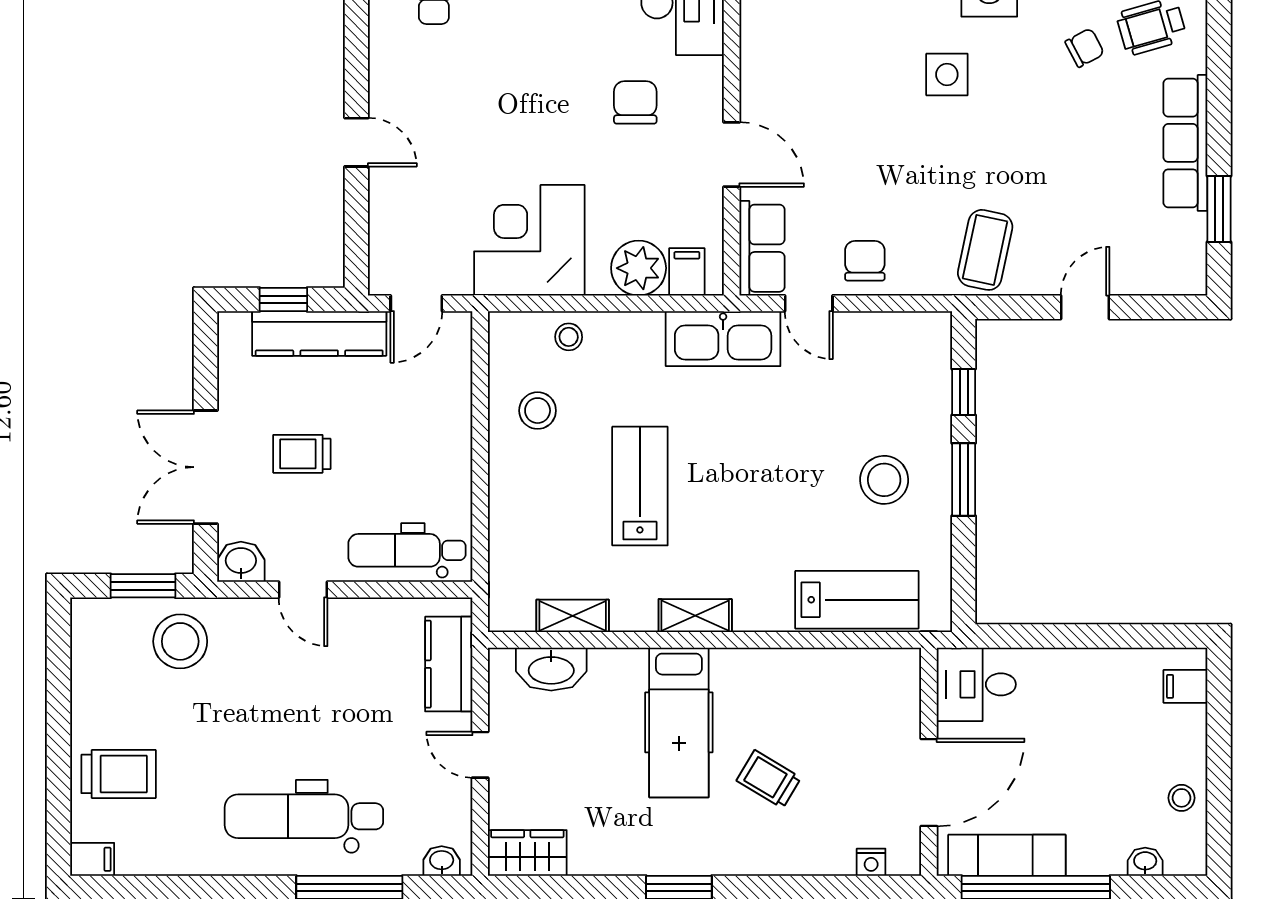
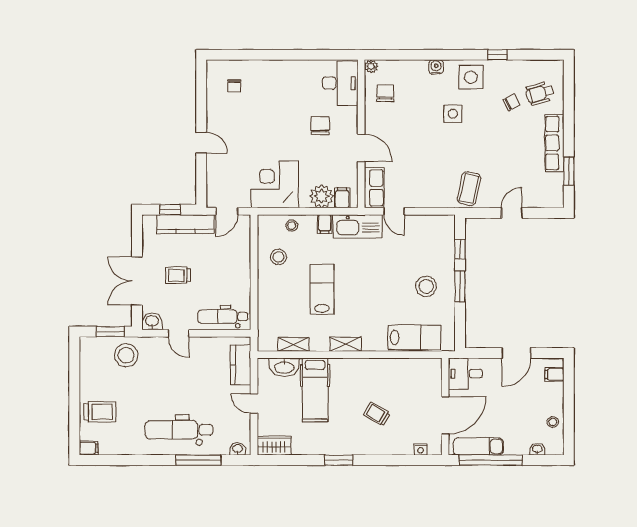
chair: (865, 261) -> (385, 93), moved
filing cabinet: (646, 333) -> (325, 224), added
door: (1096, 636) -> (516, 353), added
hospital bed: (679, 722) -> (315, 390), moved

